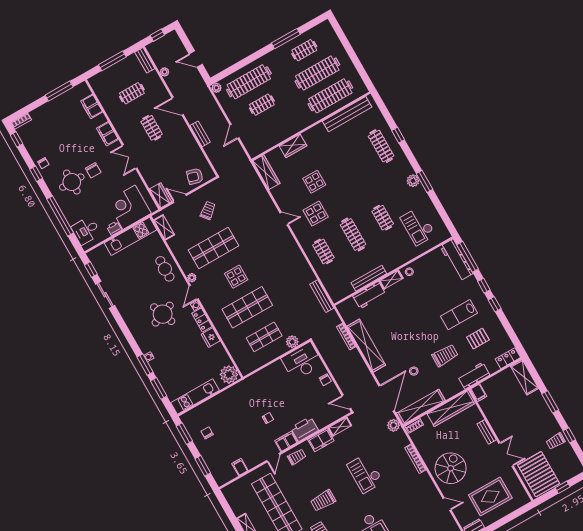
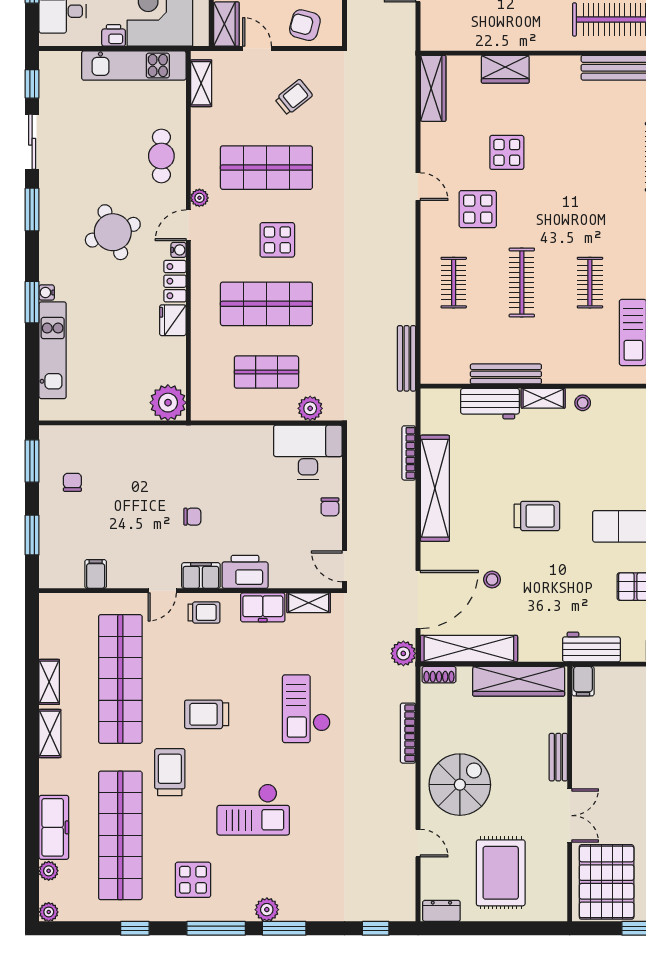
trolley: (445, 355) -> (537, 516), moved
window: (159, 388) -> (32, 210), moved
kitchen unit: (195, 396) -> (53, 350), moved, turned 90
rug: (490, 496) -> (501, 873), turned 90

